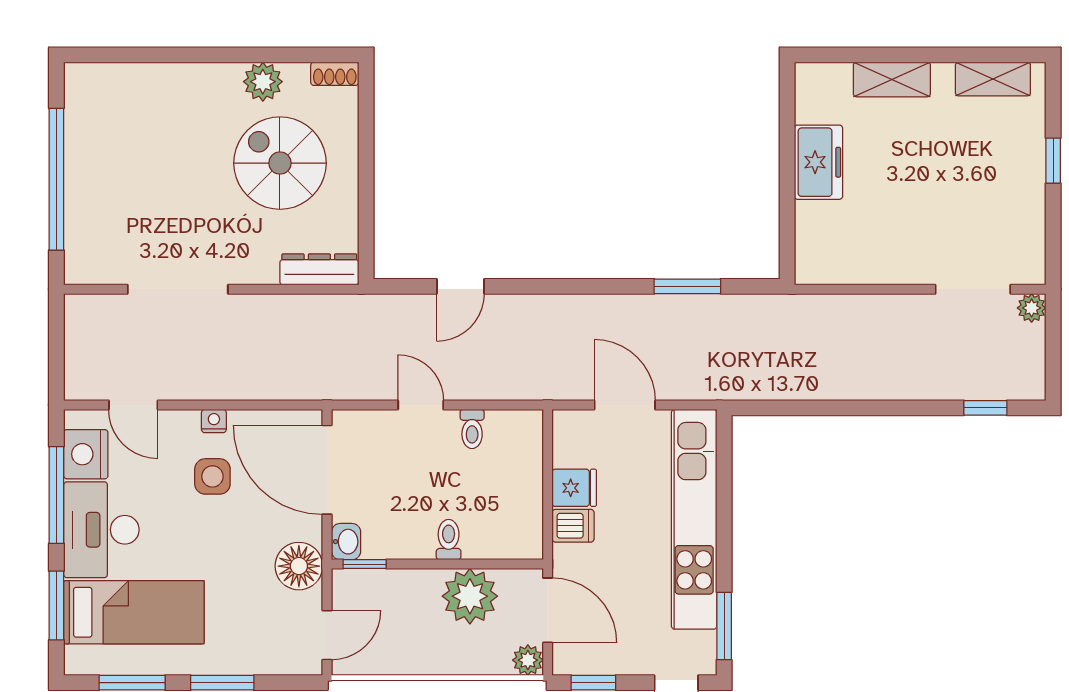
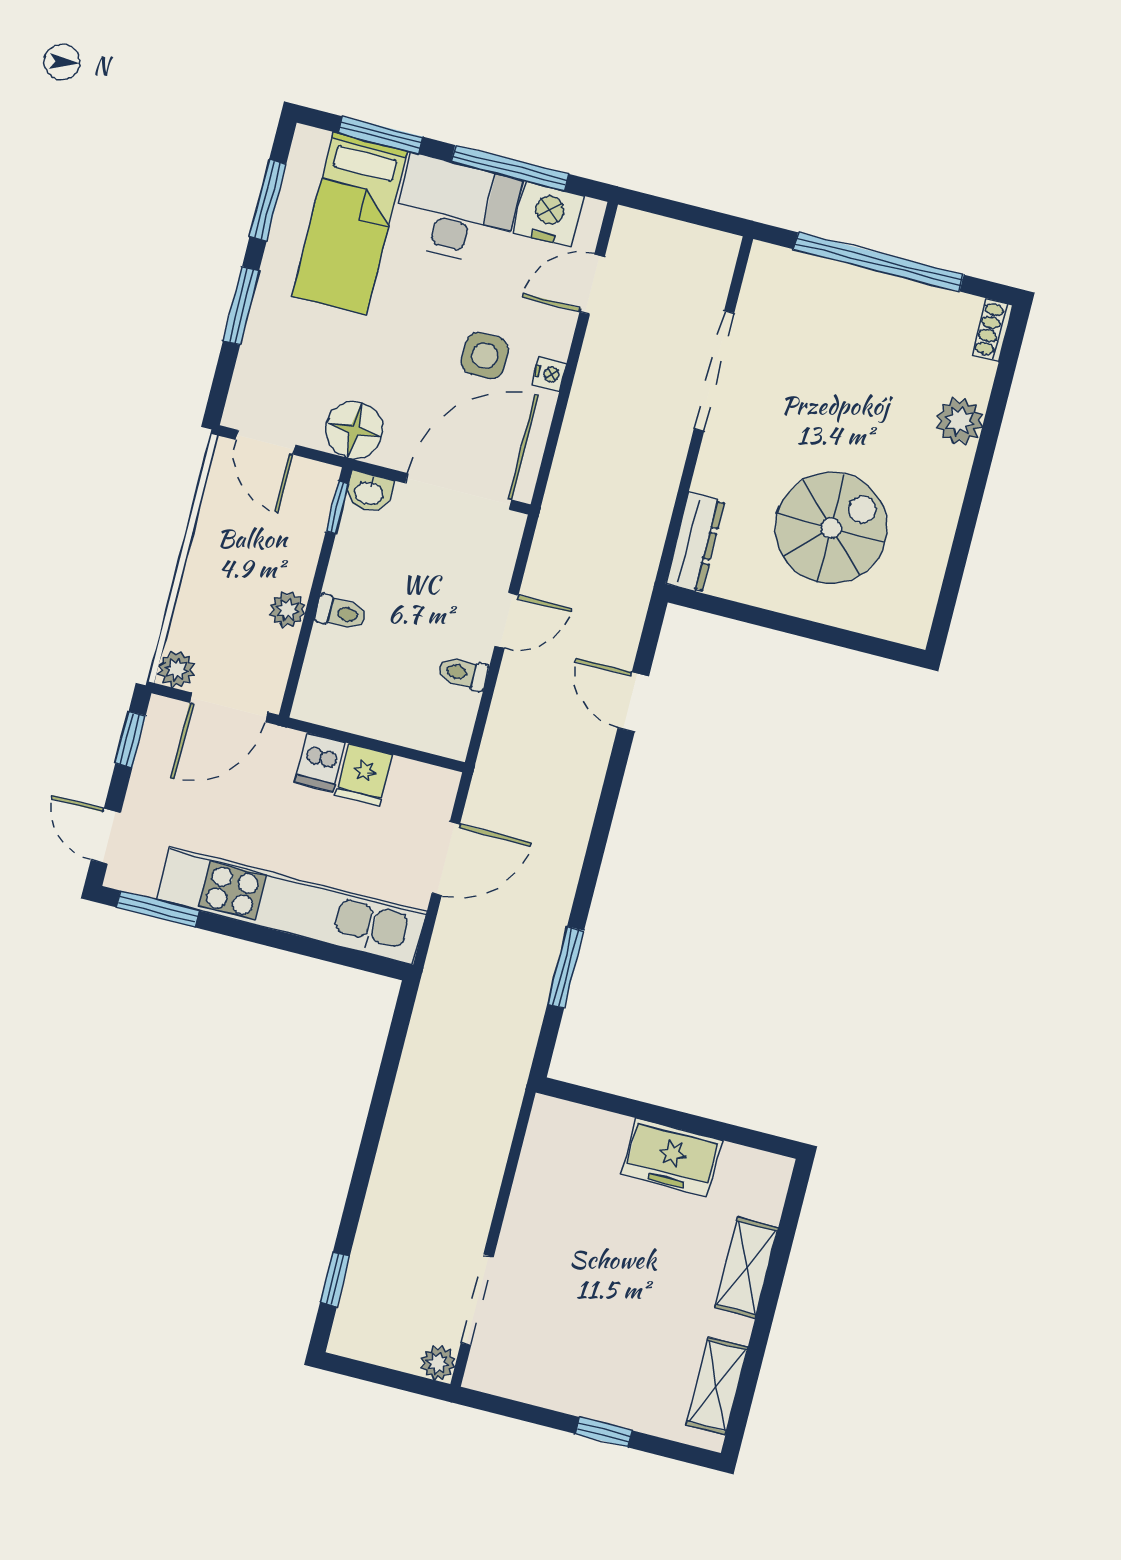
shoe rack: (335, 74) -> (993, 330), moved
plant: (263, 82) -> (960, 421), moved
plant: (470, 596) -> (287, 610), width x0.53, depth x0.53

